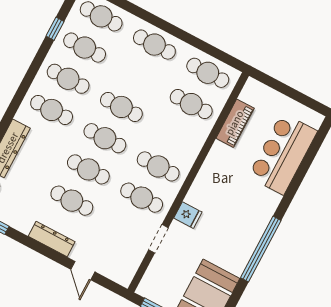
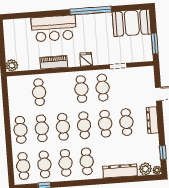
cafe table: (208, 73) -> (42, 128), moved
plant: (253, 89) -> (12, 65), added
piano: (235, 123) -> (54, 62), moved
bar counter: (283, 154) -> (54, 28), moved
fridge: (188, 215) -> (86, 59), moved

